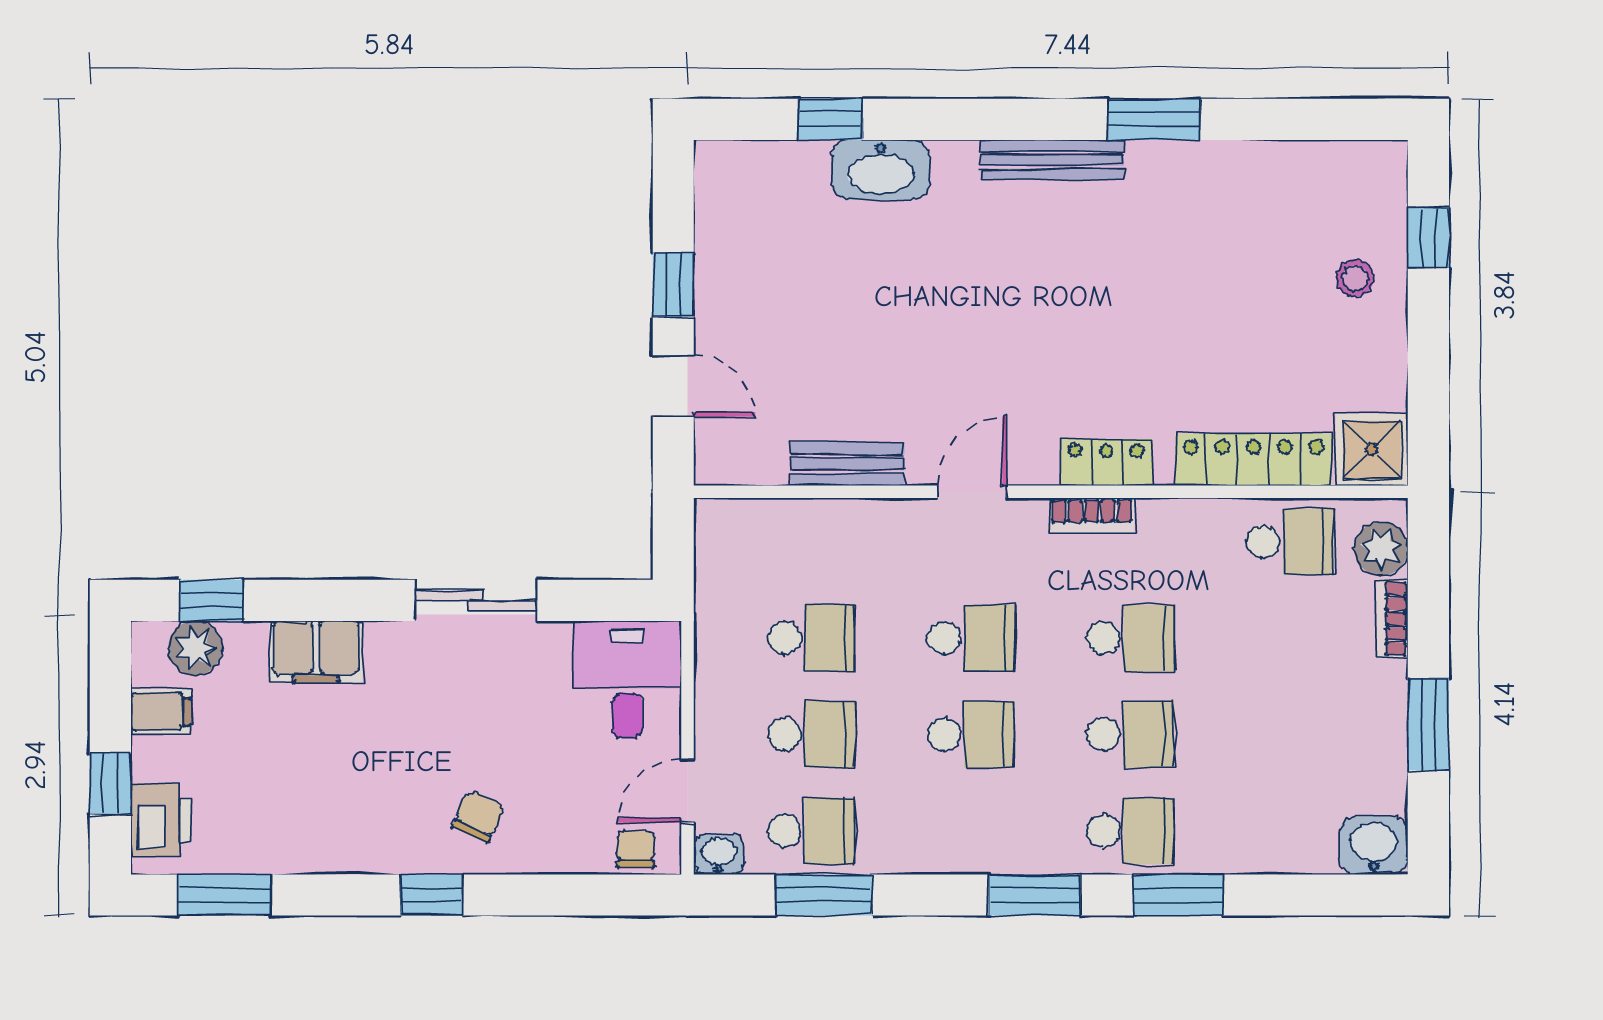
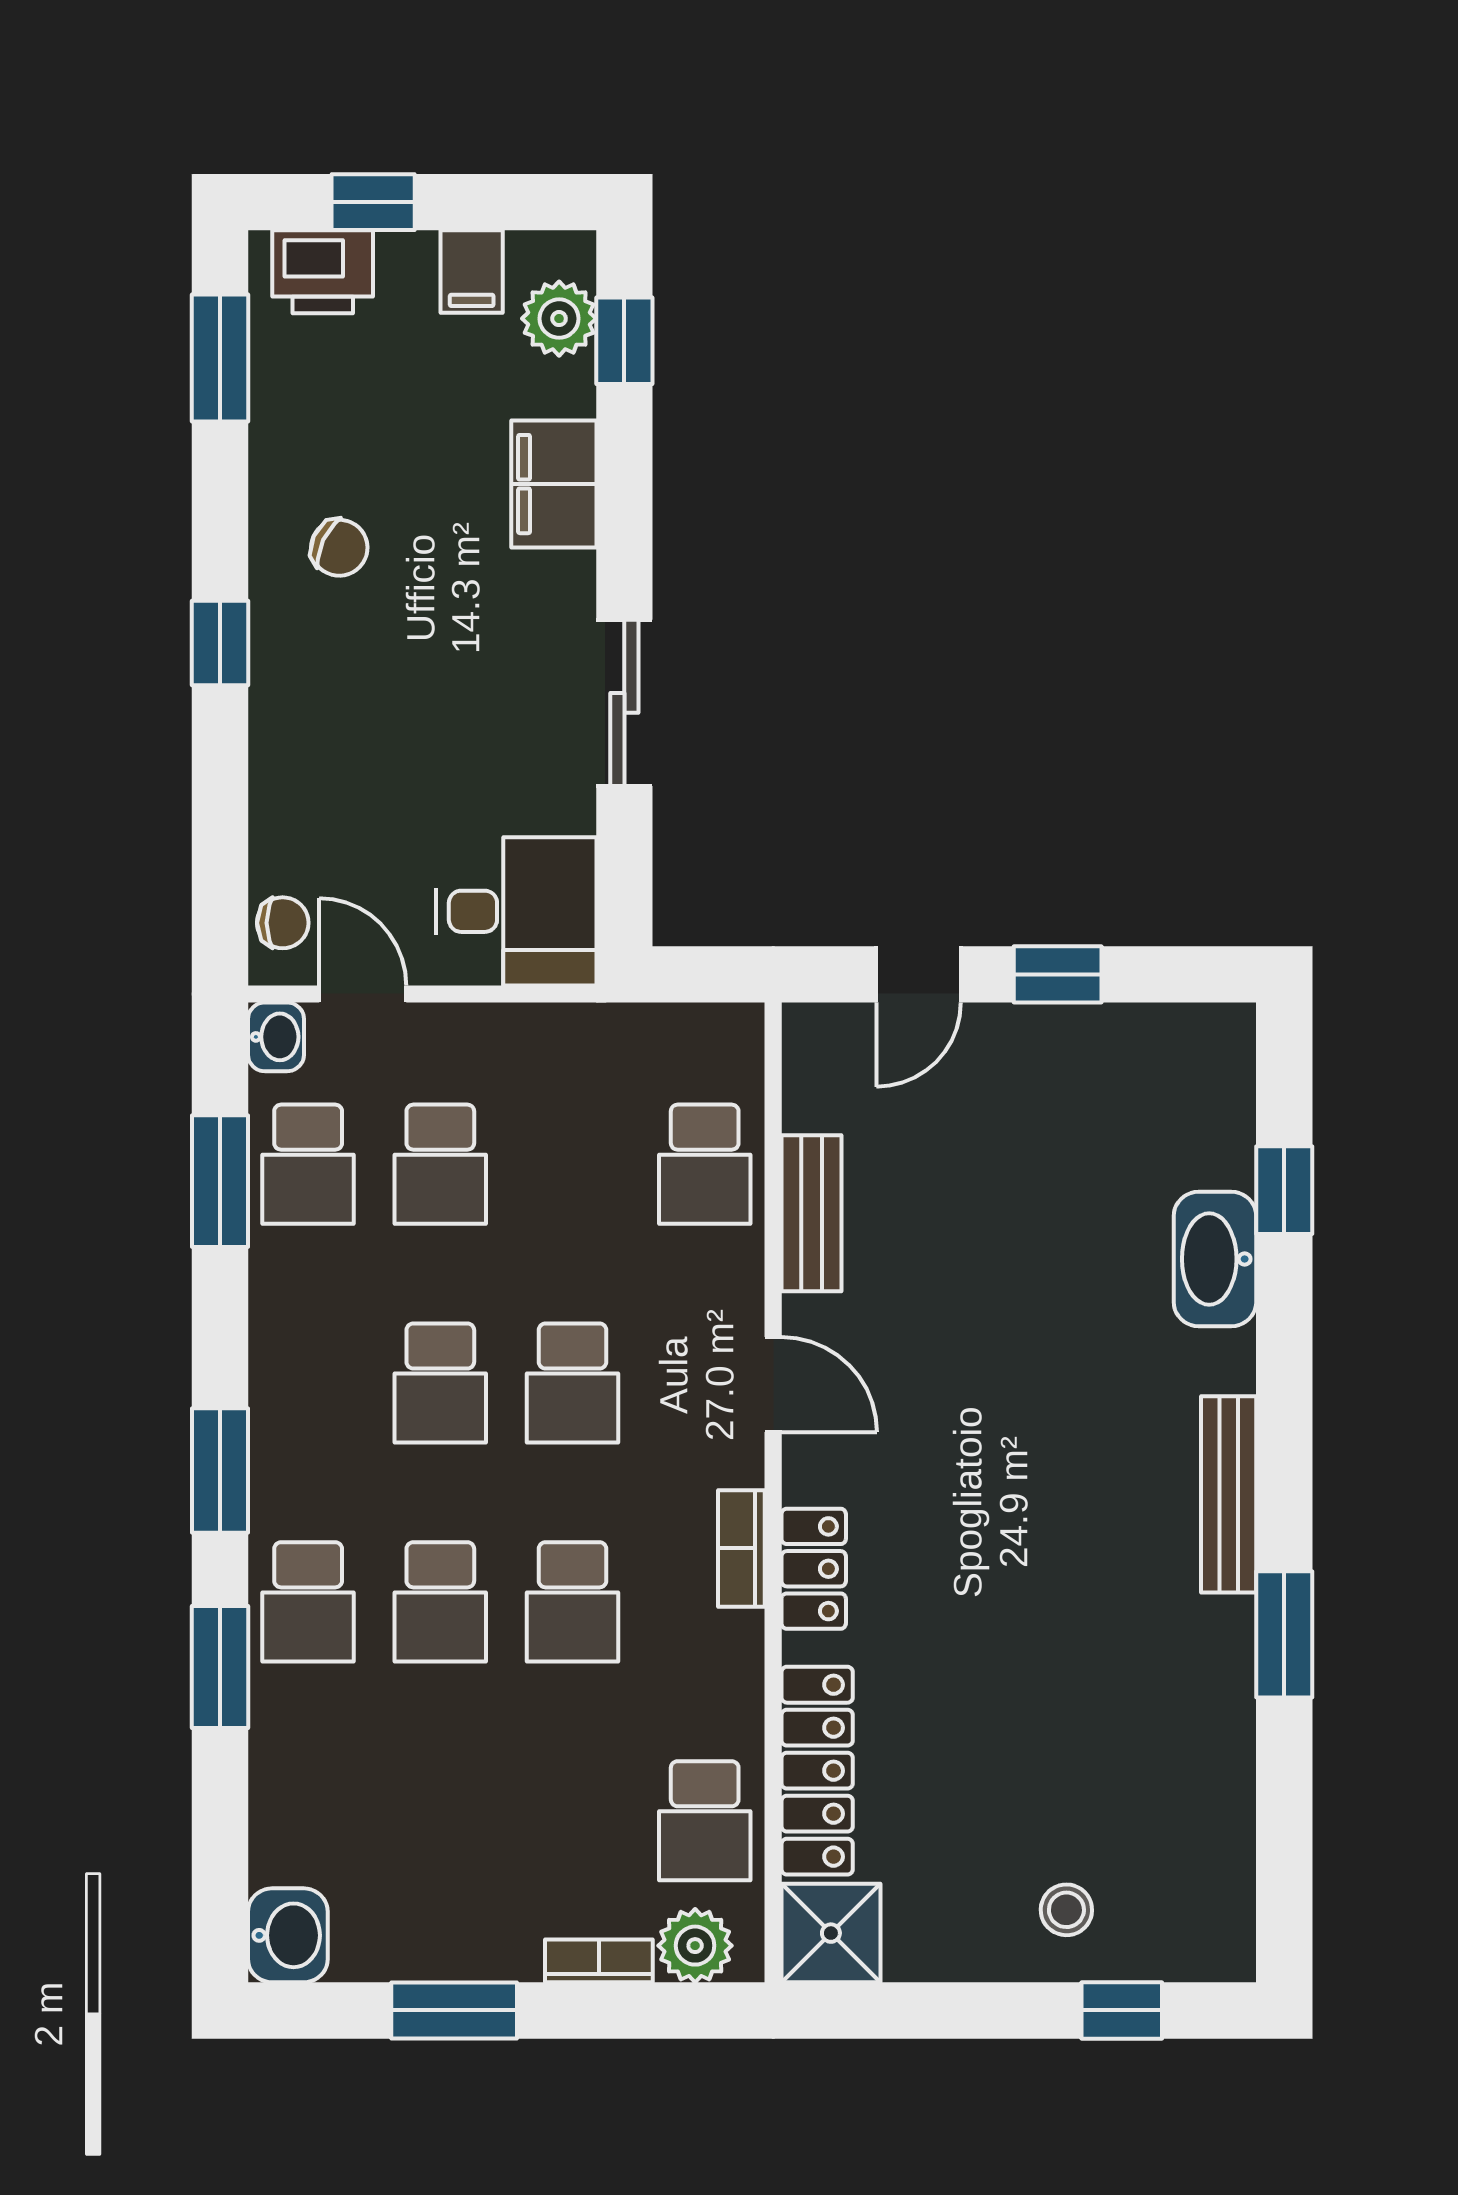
school desk: (812, 638) -> (705, 1164), moved
chair: (478, 817) -> (339, 548), moved

